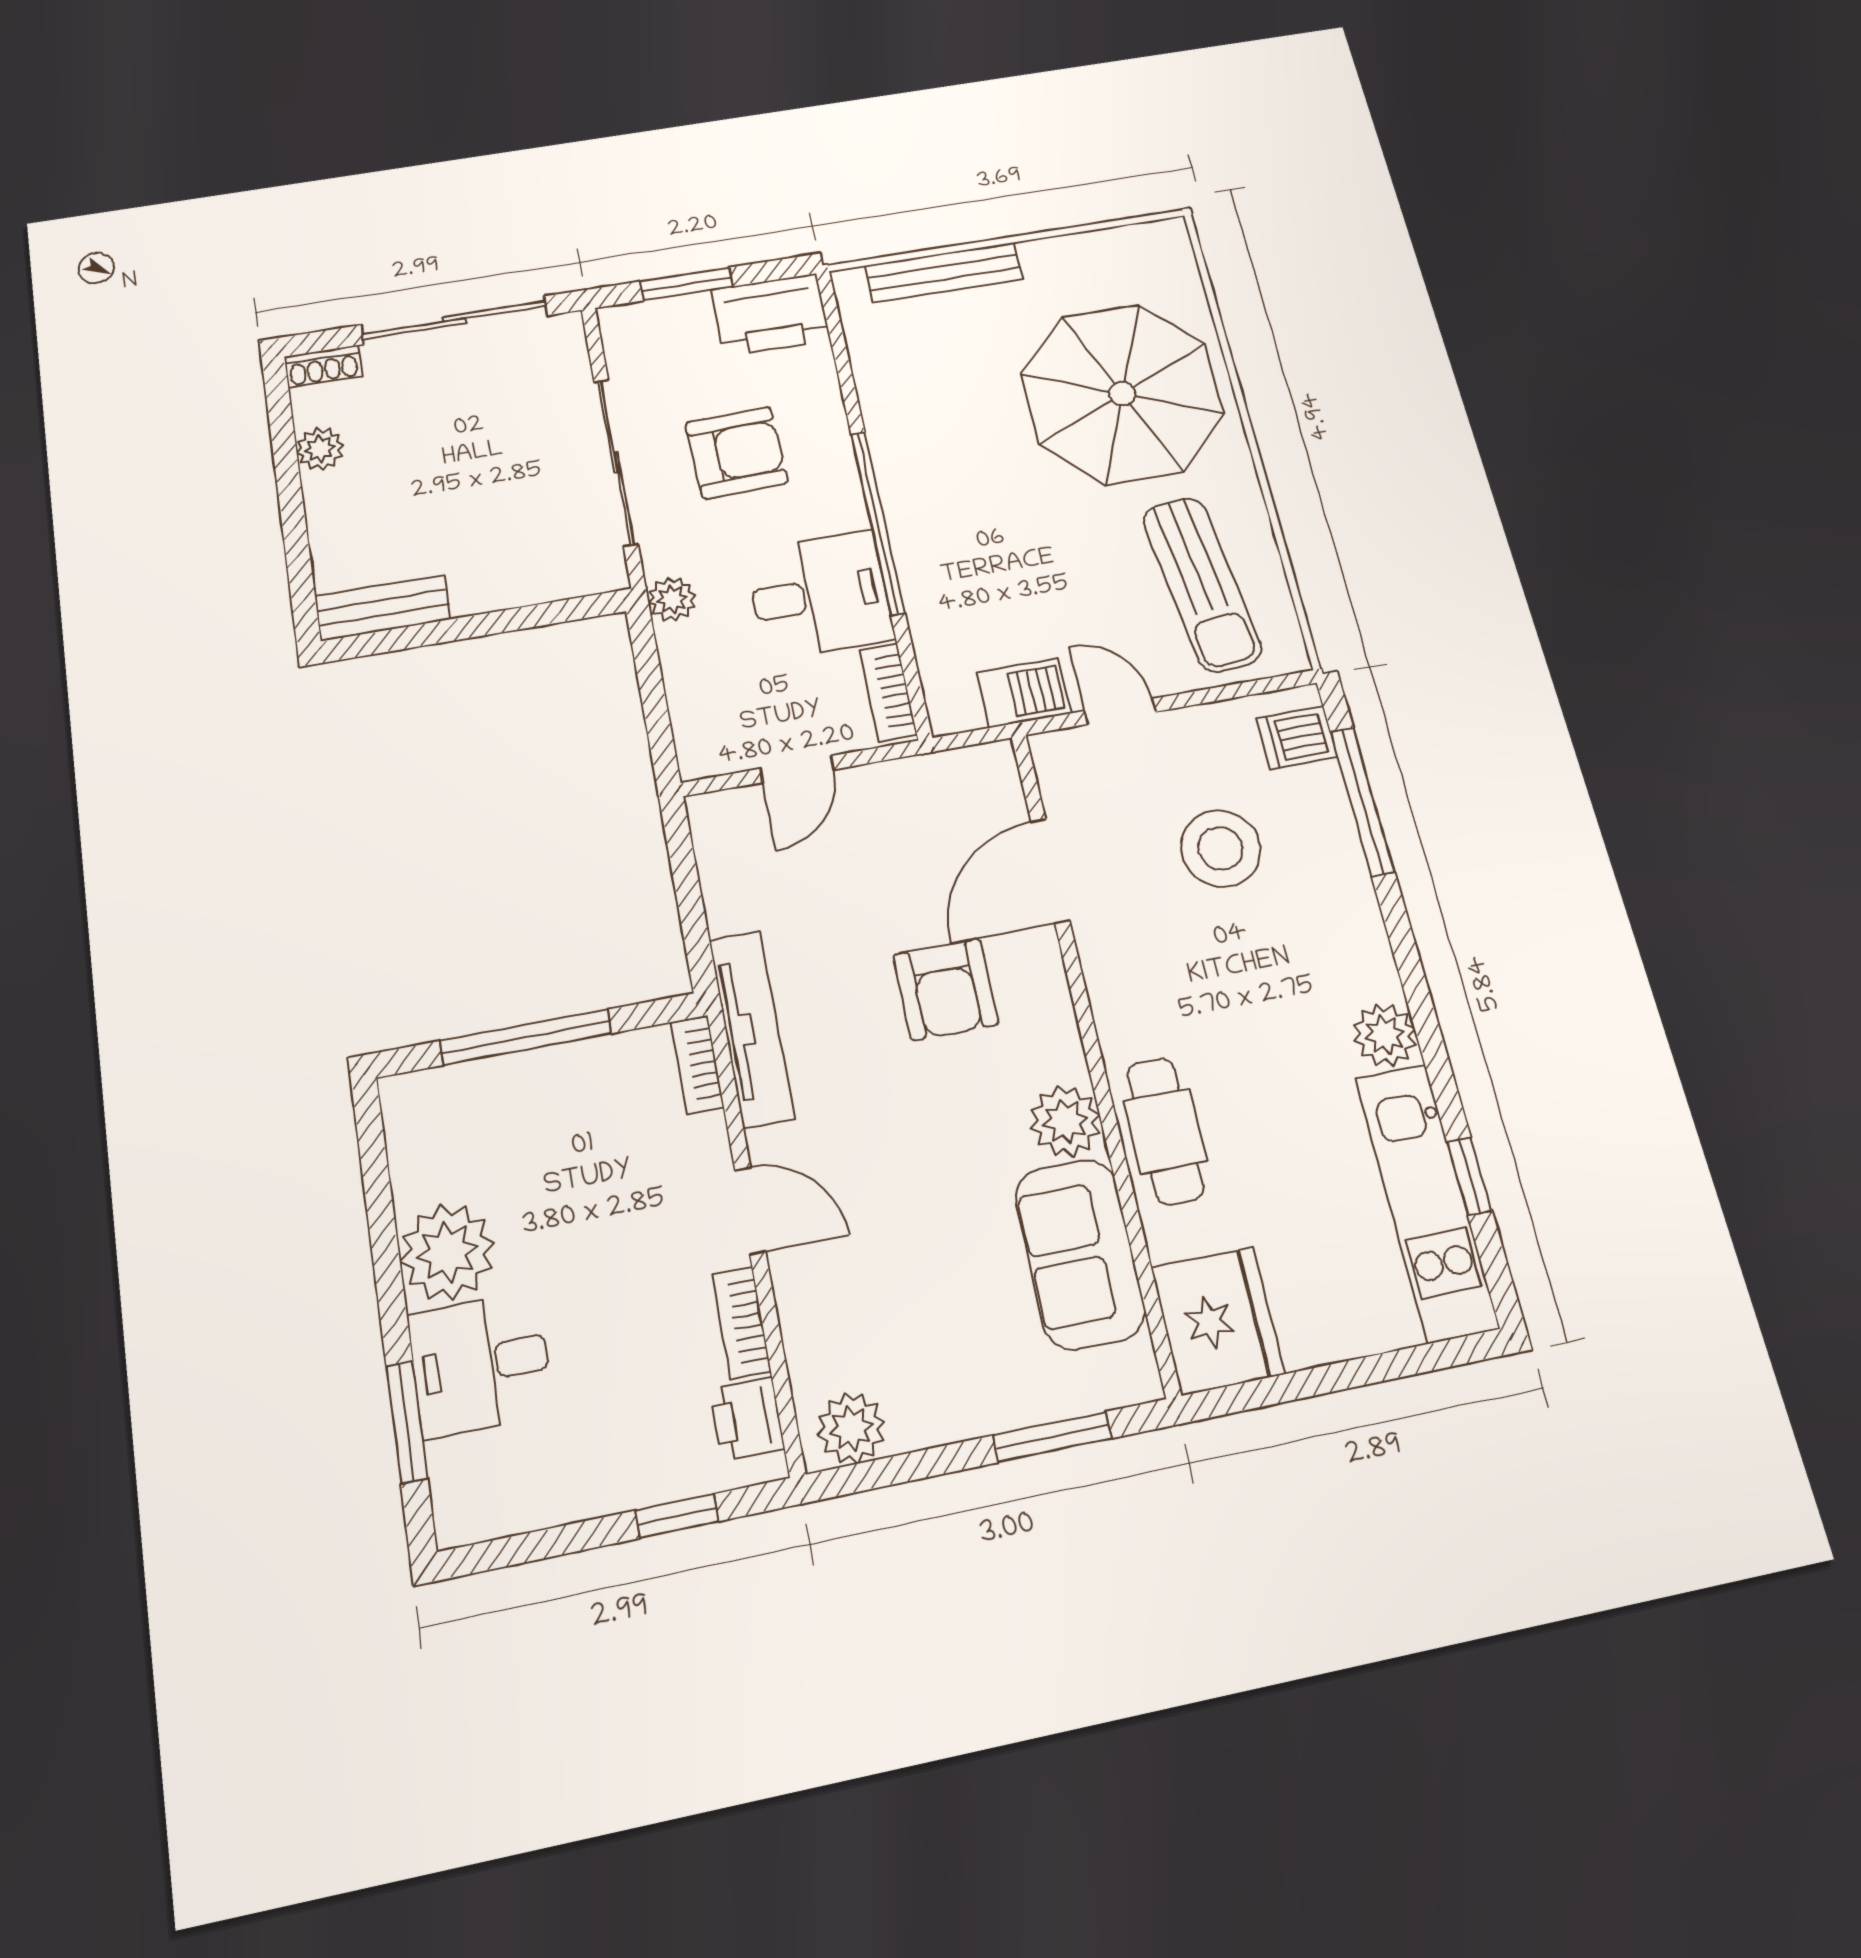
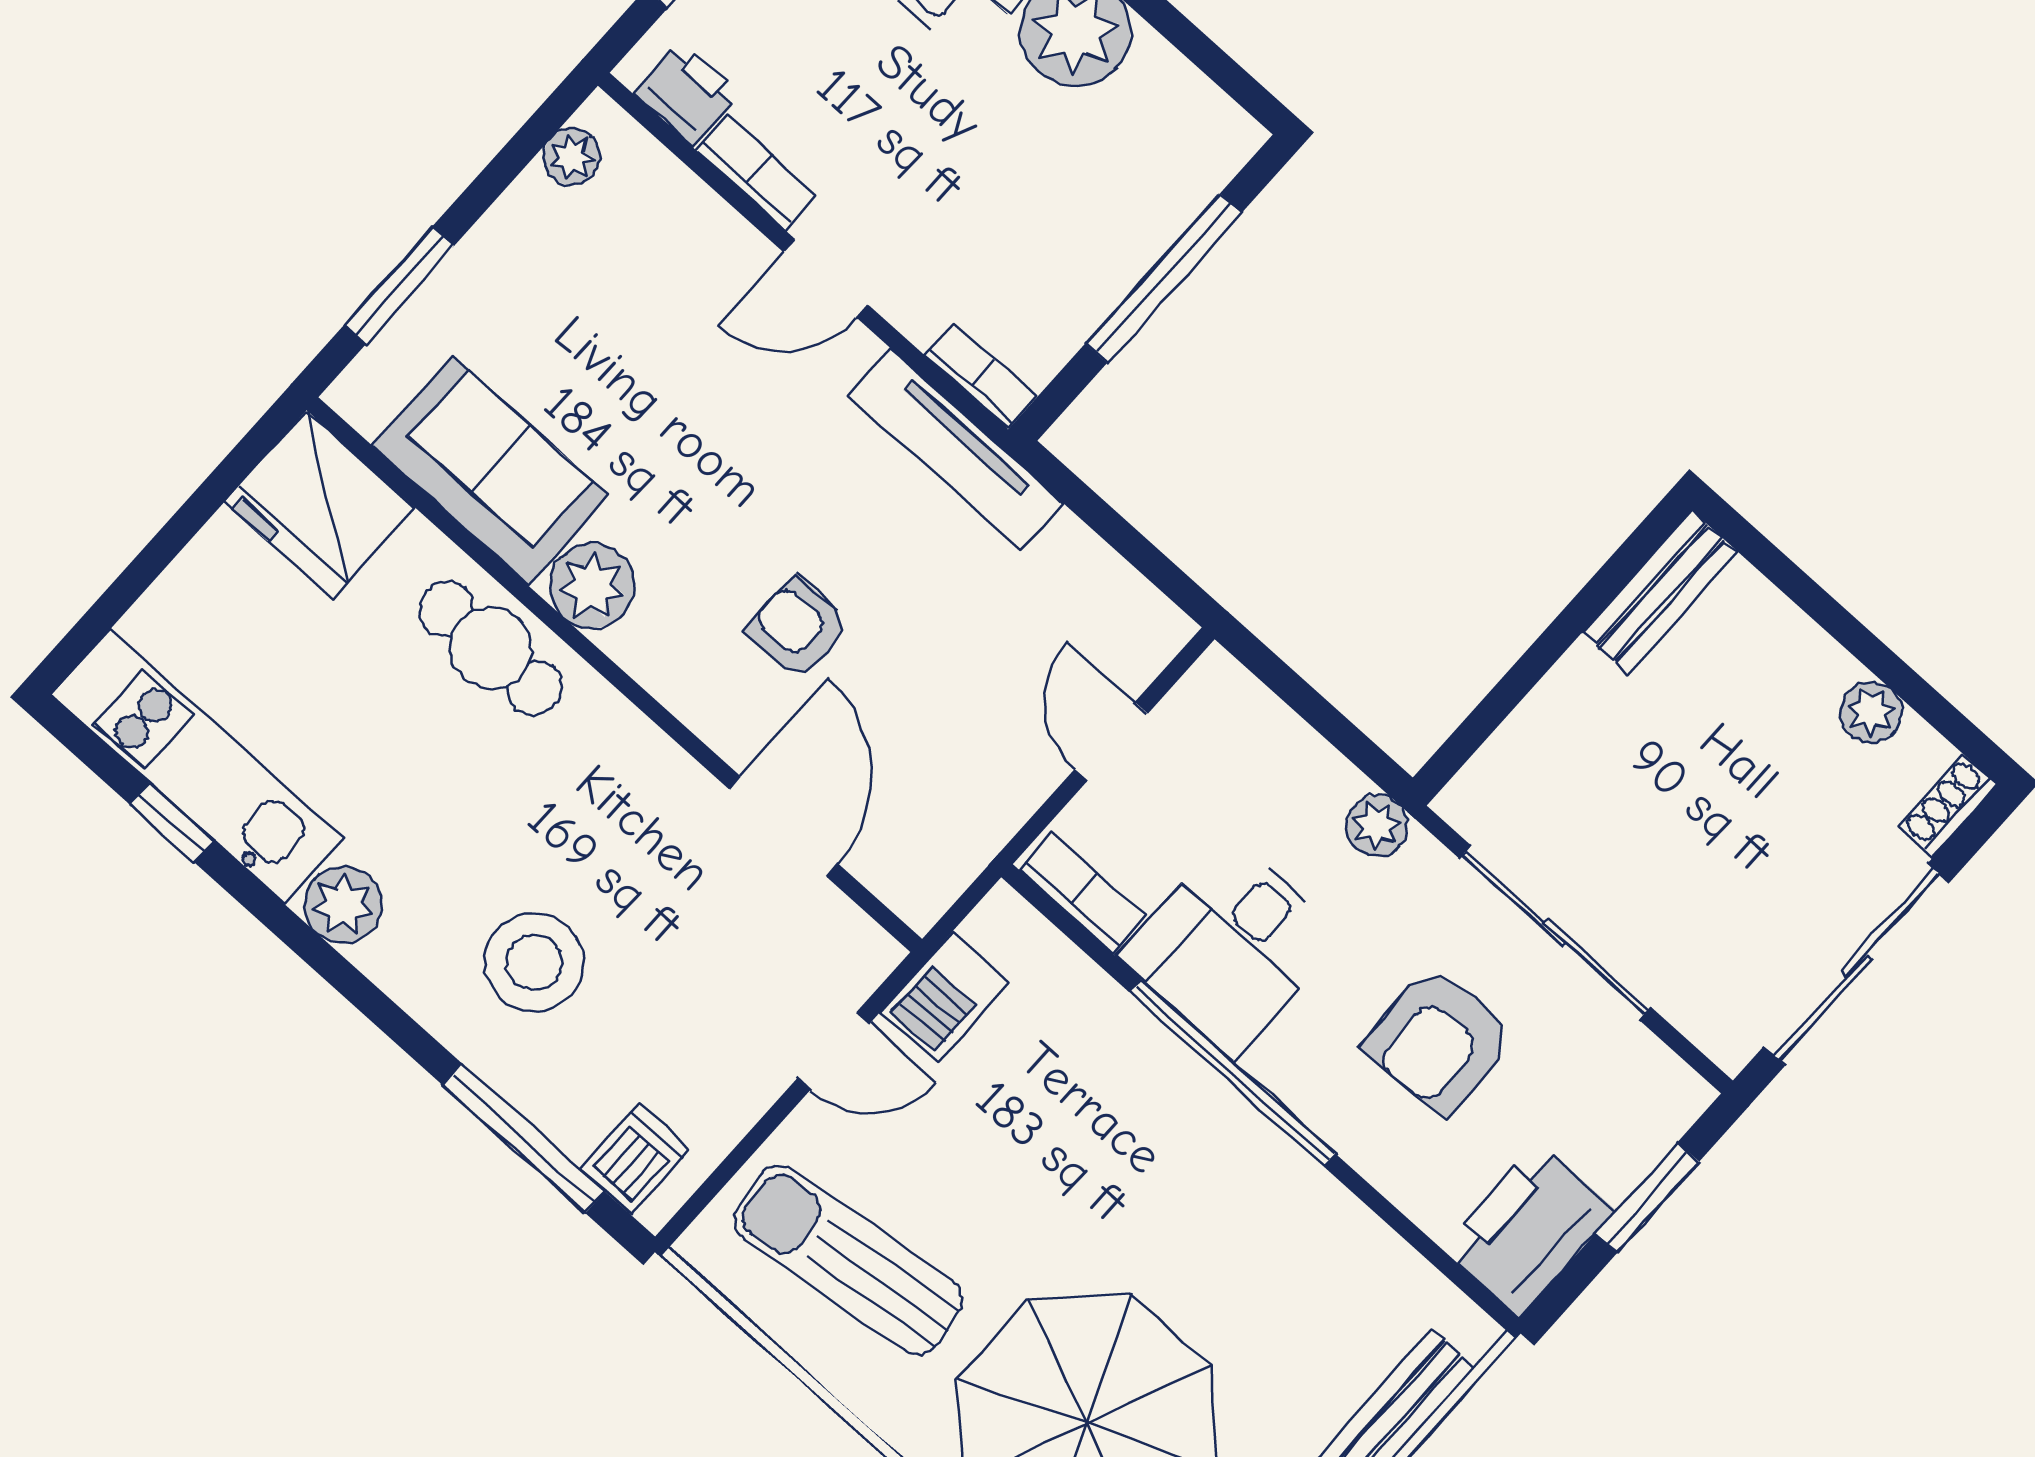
stool: (1221, 848) -> (534, 962), moved
armchair: (946, 990) -> (799, 628), width x0.72, depth x0.72
plant: (851, 1428) -> (572, 157), width x0.73, depth x0.73

